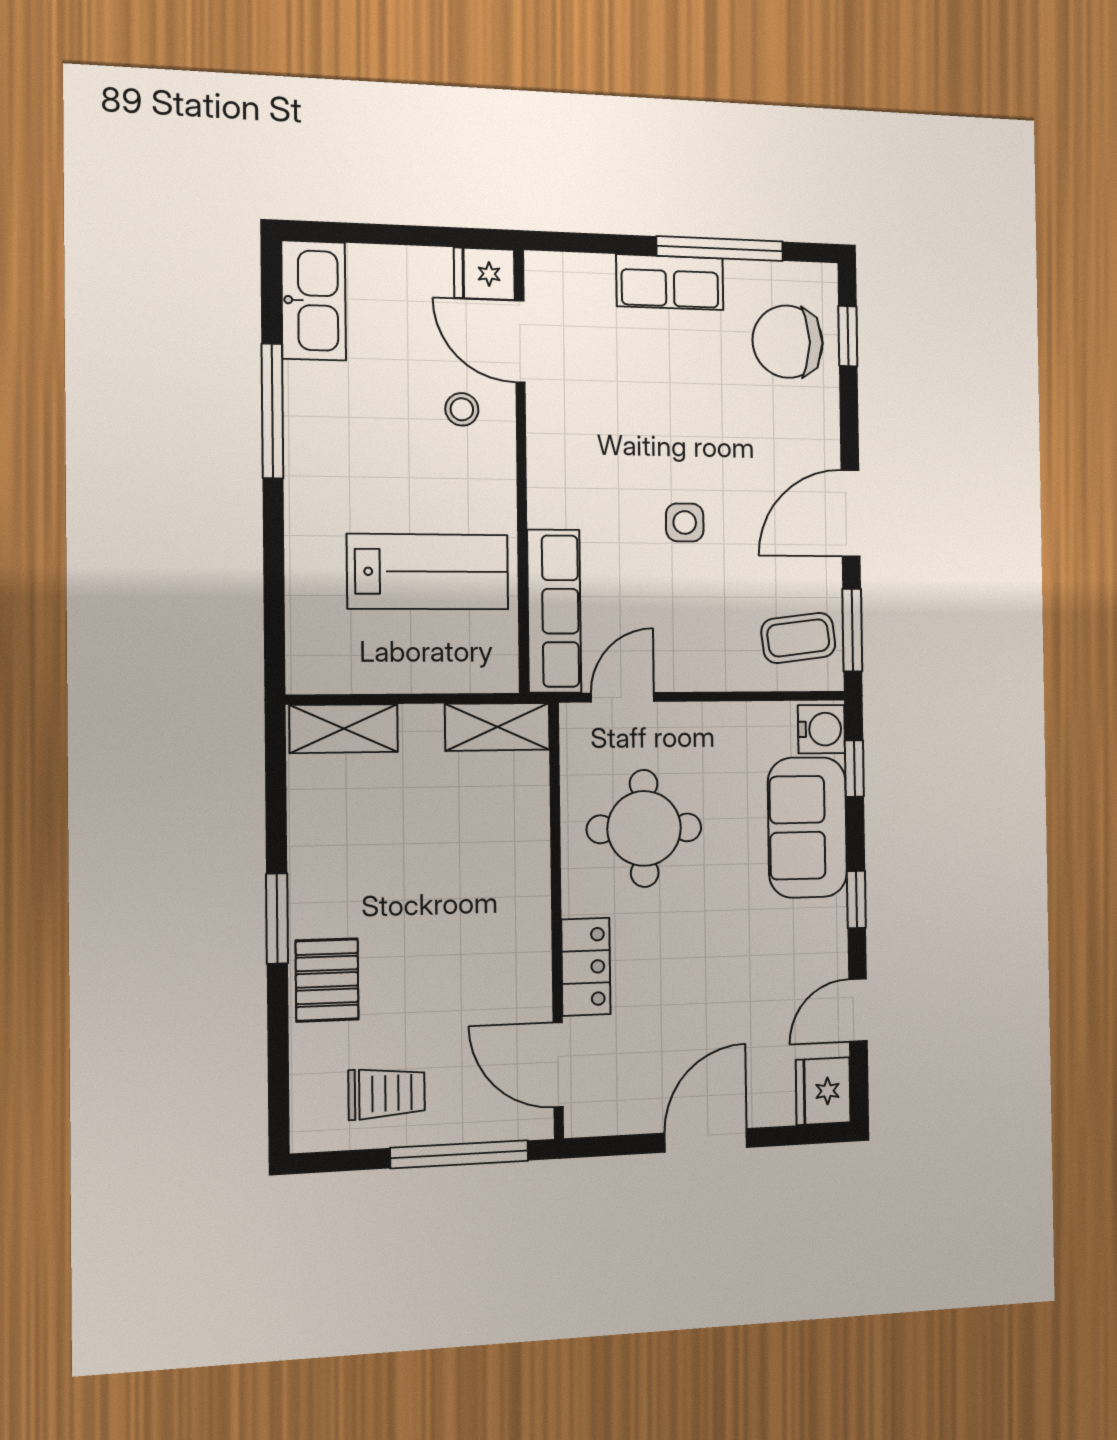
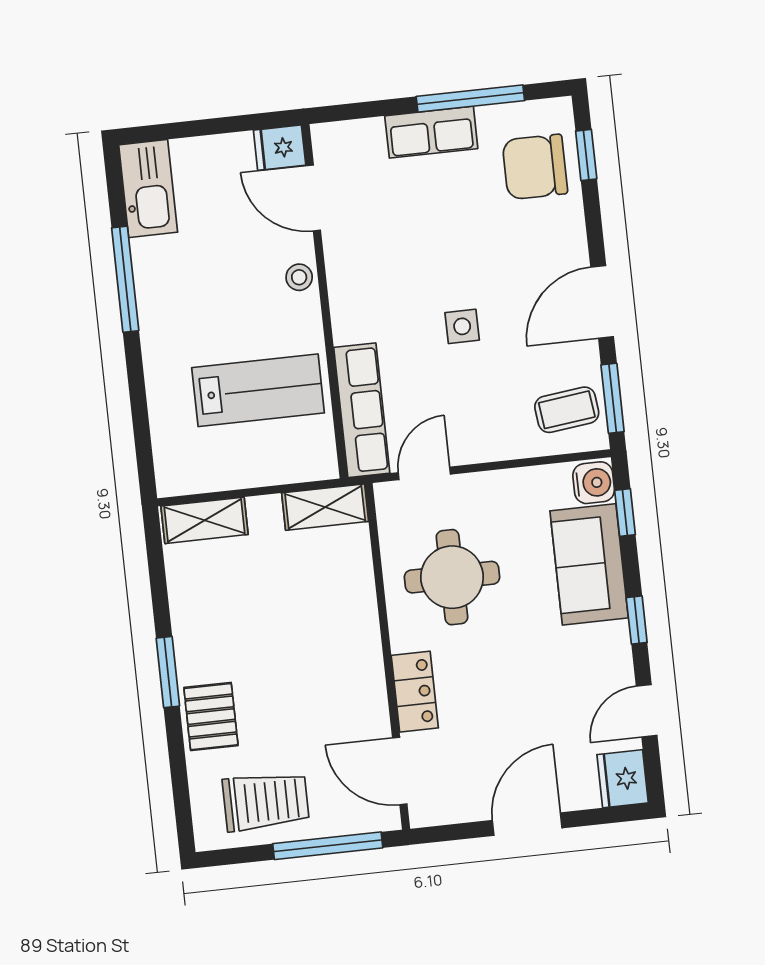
stool: (462, 409) -> (299, 277), moved
trolley: (387, 1093) -> (266, 801), width x1.36, depth x1.39

